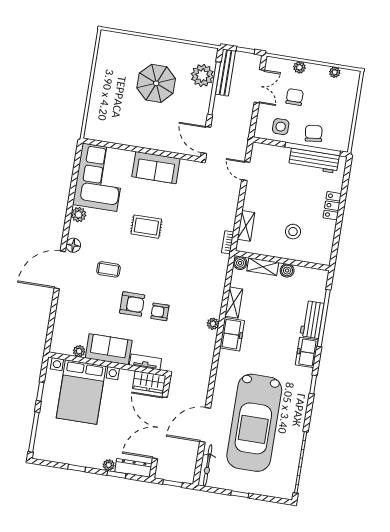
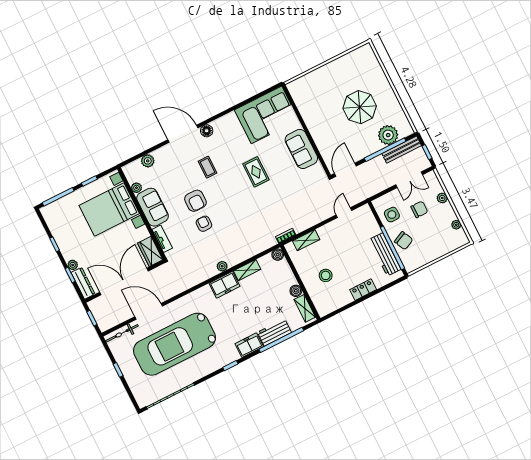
chair: (314, 133) -> (404, 241), turned 72
plant: (79, 215) -> (148, 161), moved
shelving: (263, 267) -> (305, 308), moved

